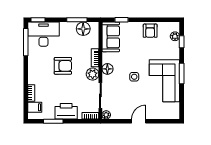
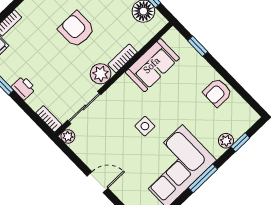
plant: (175, 36) -> (226, 141), moved
sofa: (111, 37) -> (152, 65), moved
armchair: (63, 66) -> (76, 29), turned 180
floor lamp: (107, 69) -> (124, 86), removed
printer: (66, 111) -> (23, 88), width x0.53, depth x0.68

